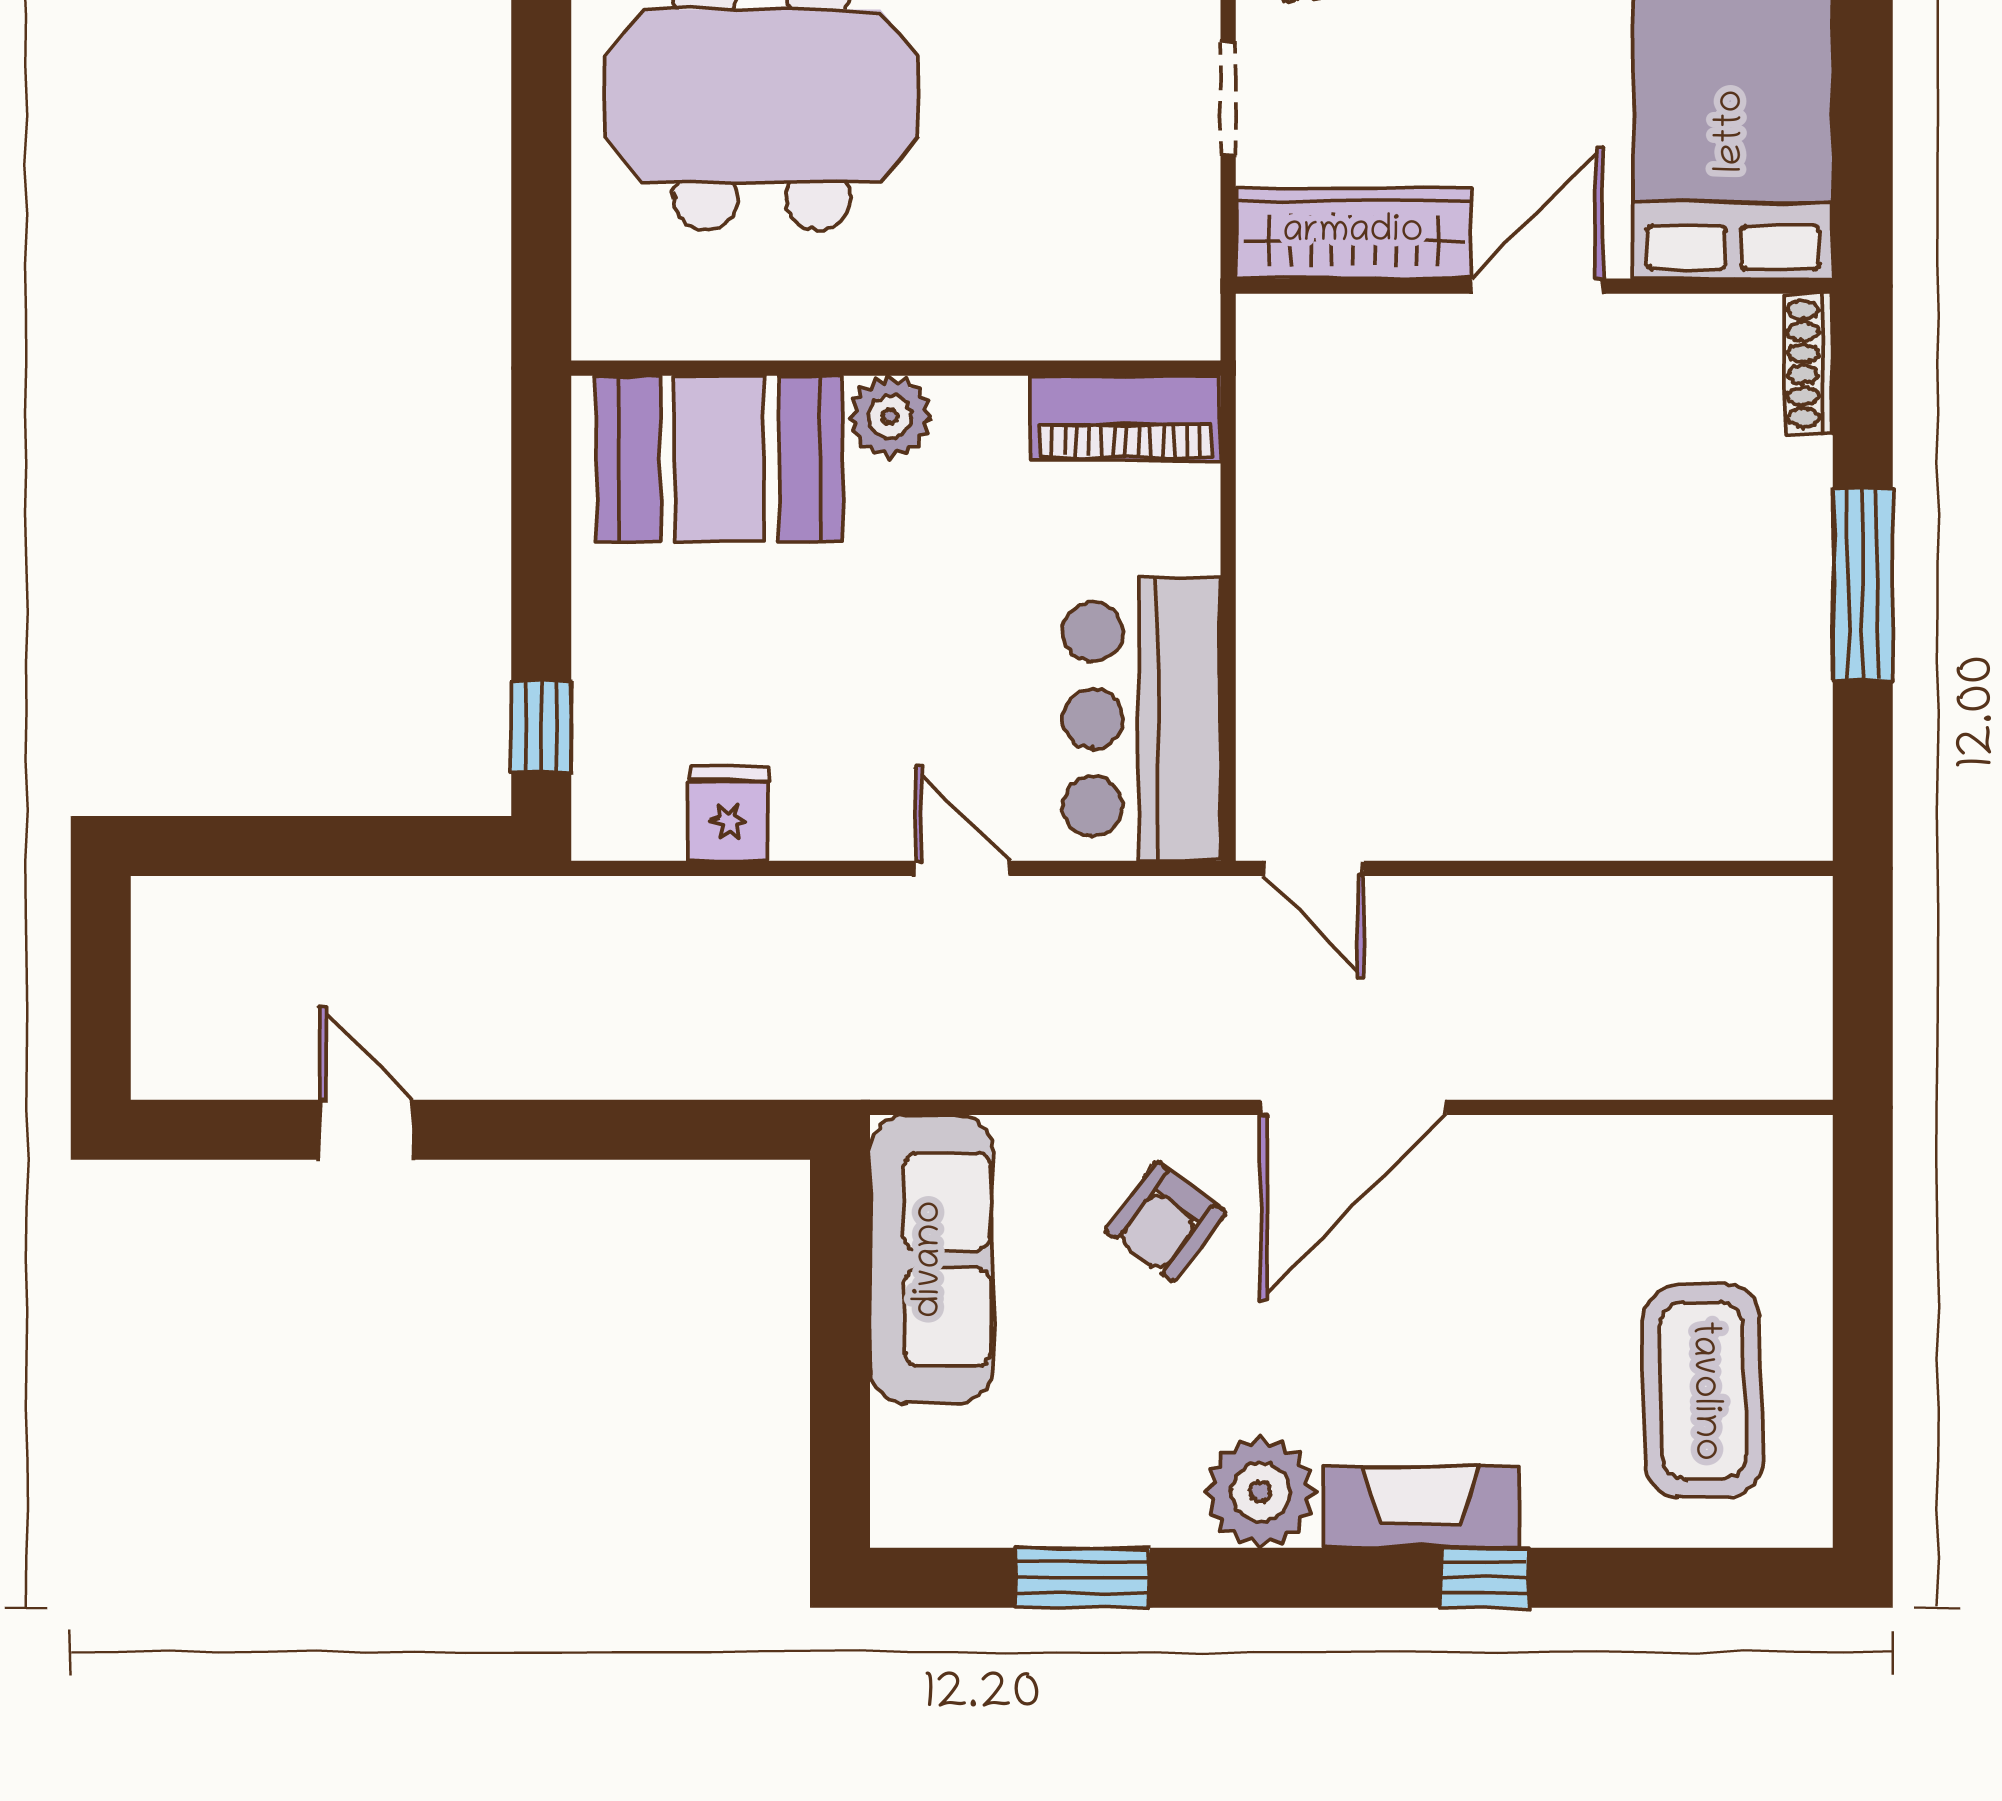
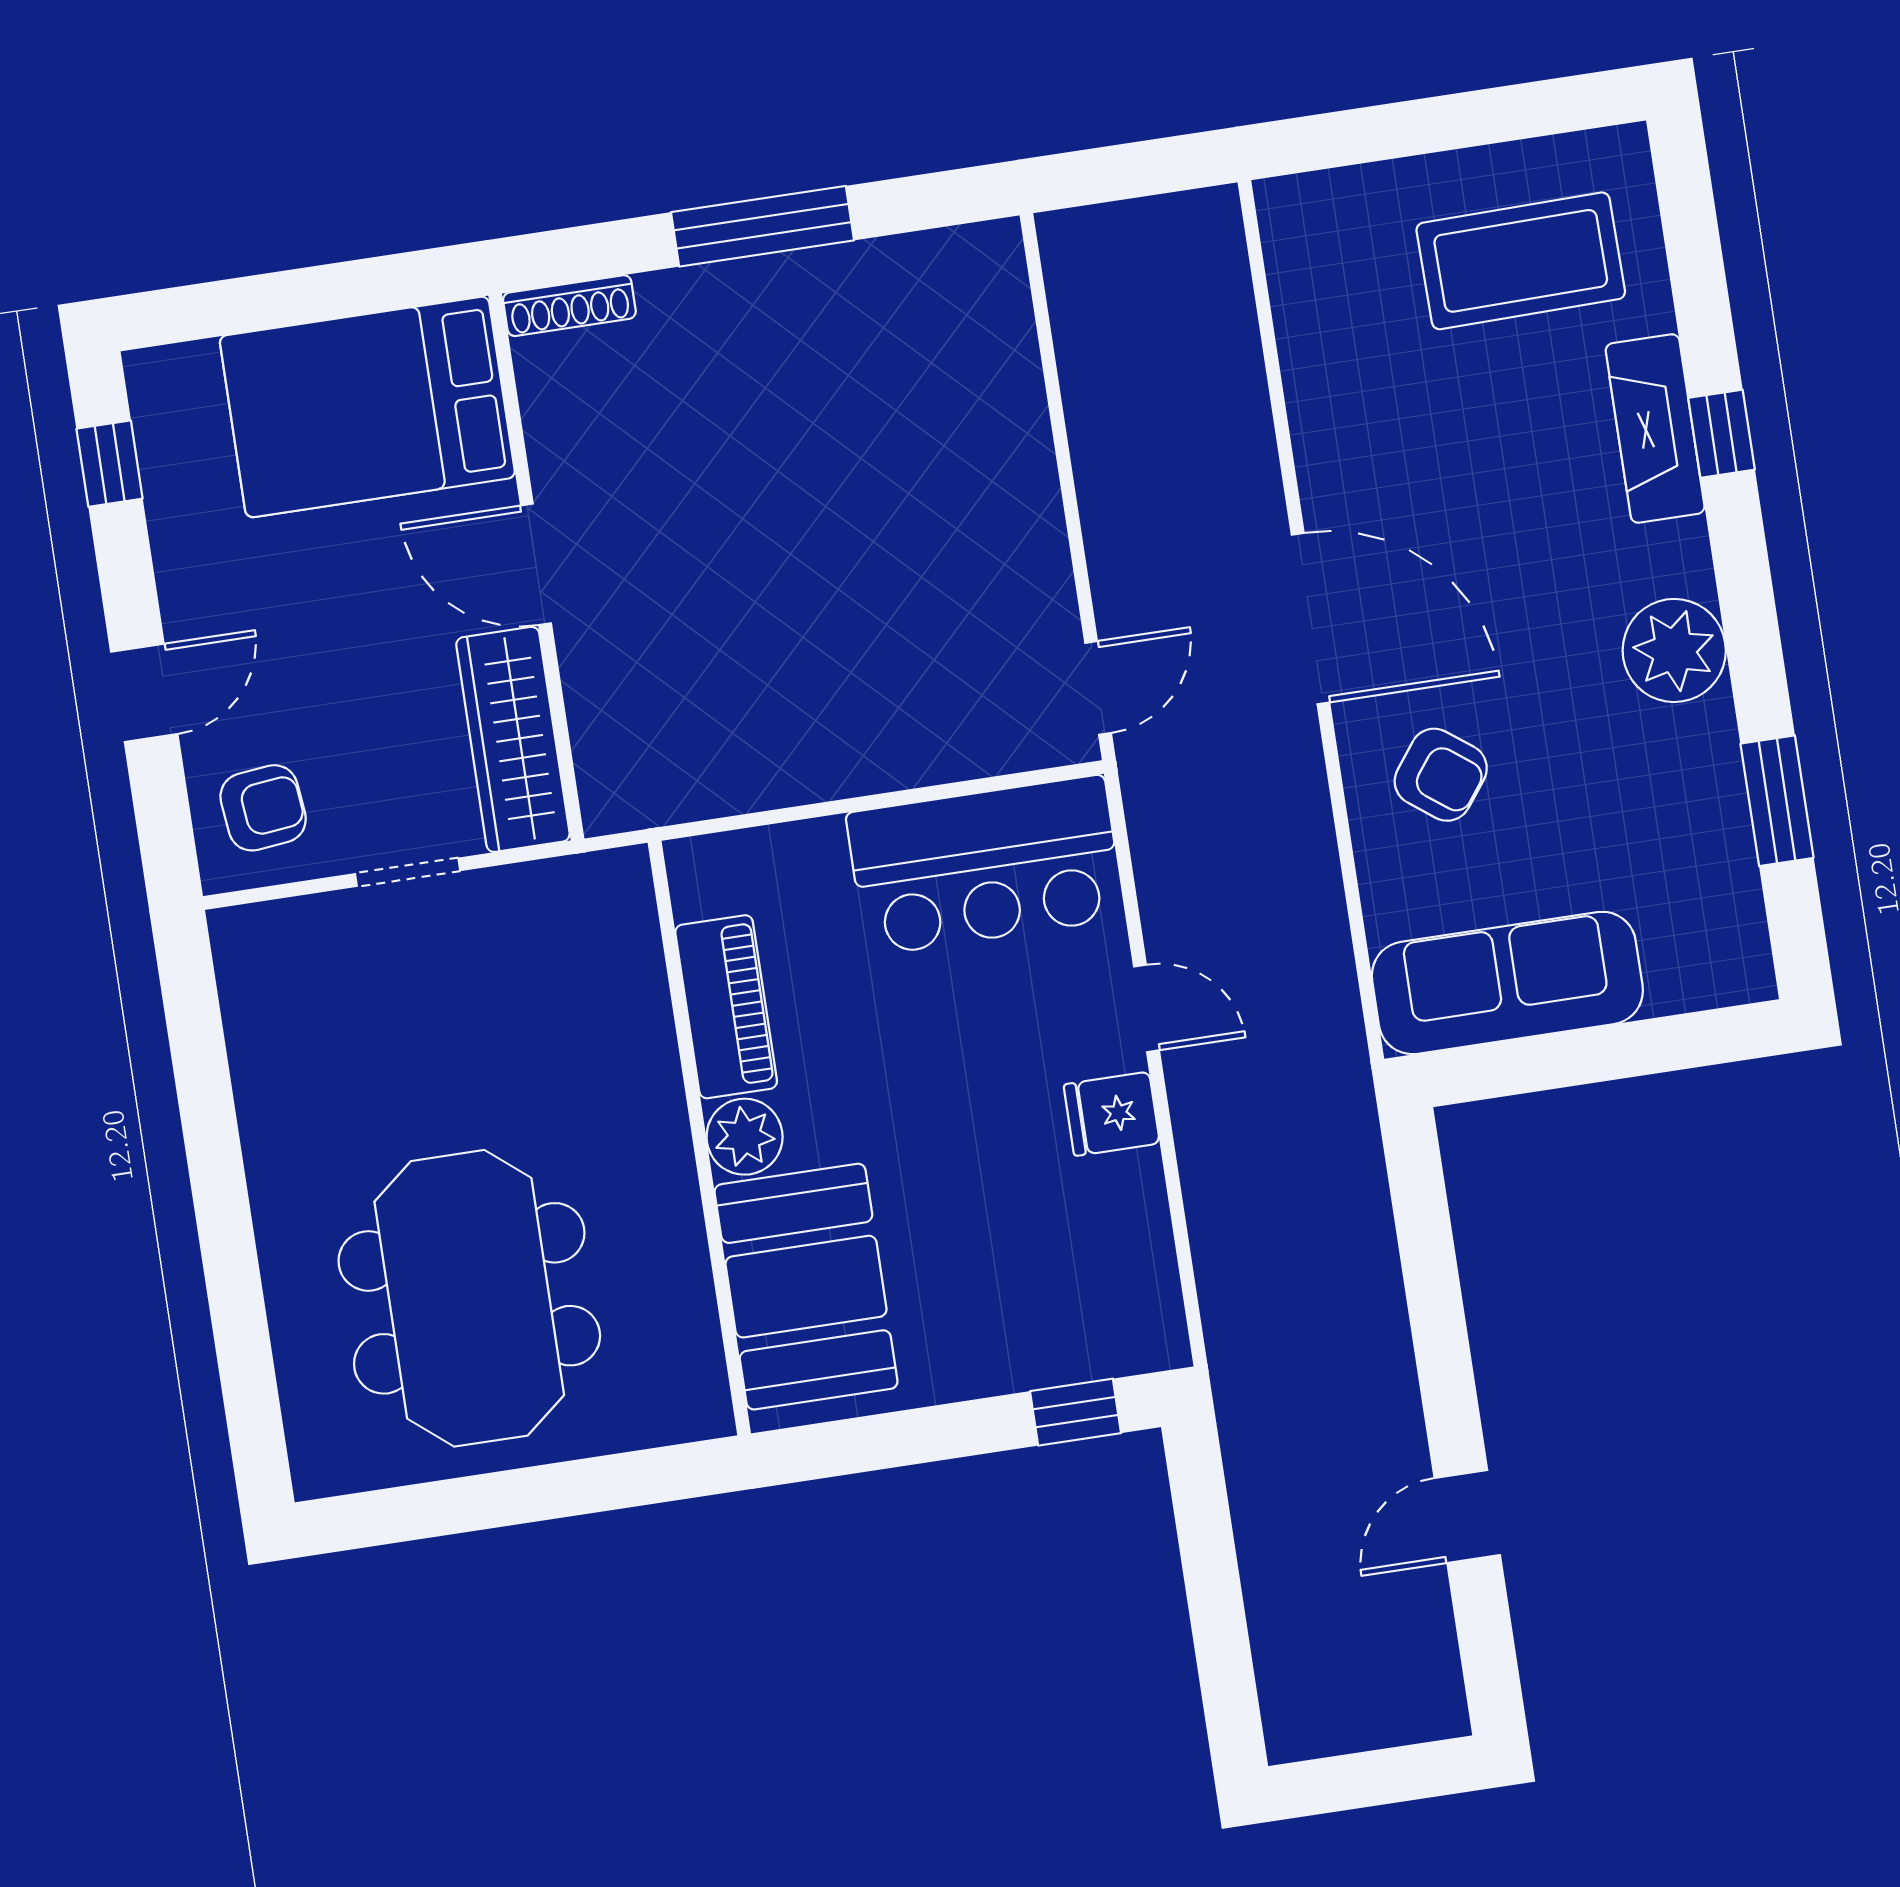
piano: (1126, 418) -> (726, 1007), moved
fridge: (729, 814) -> (1112, 1114), moved
door: (962, 868) -> (1147, 1008), swing flipped
fireplace: (1421, 1507) -> (1655, 429), moved

